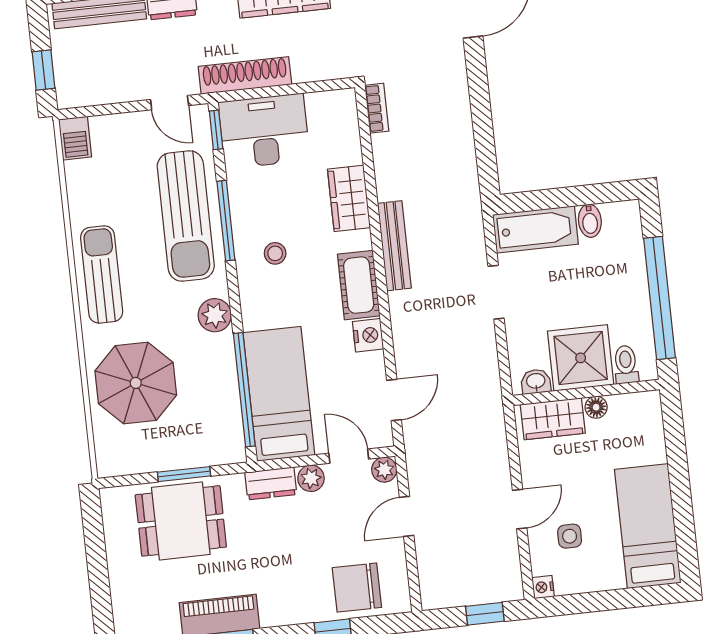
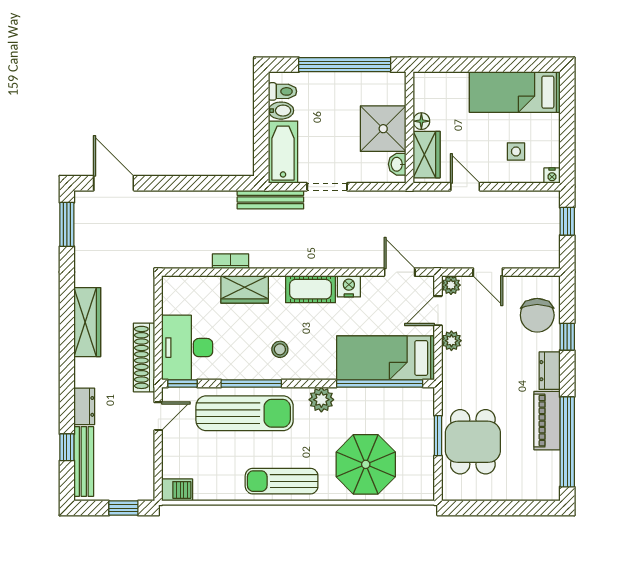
bookcase: (377, 108) -> (231, 261), moved
bench: (394, 246) -> (270, 200), moved
toilet: (626, 365) -> (283, 91), moved, turned 180
dresser: (271, 483) -> (550, 371), moved, turned 180
door: (520, 509) -> (465, 187), moved

